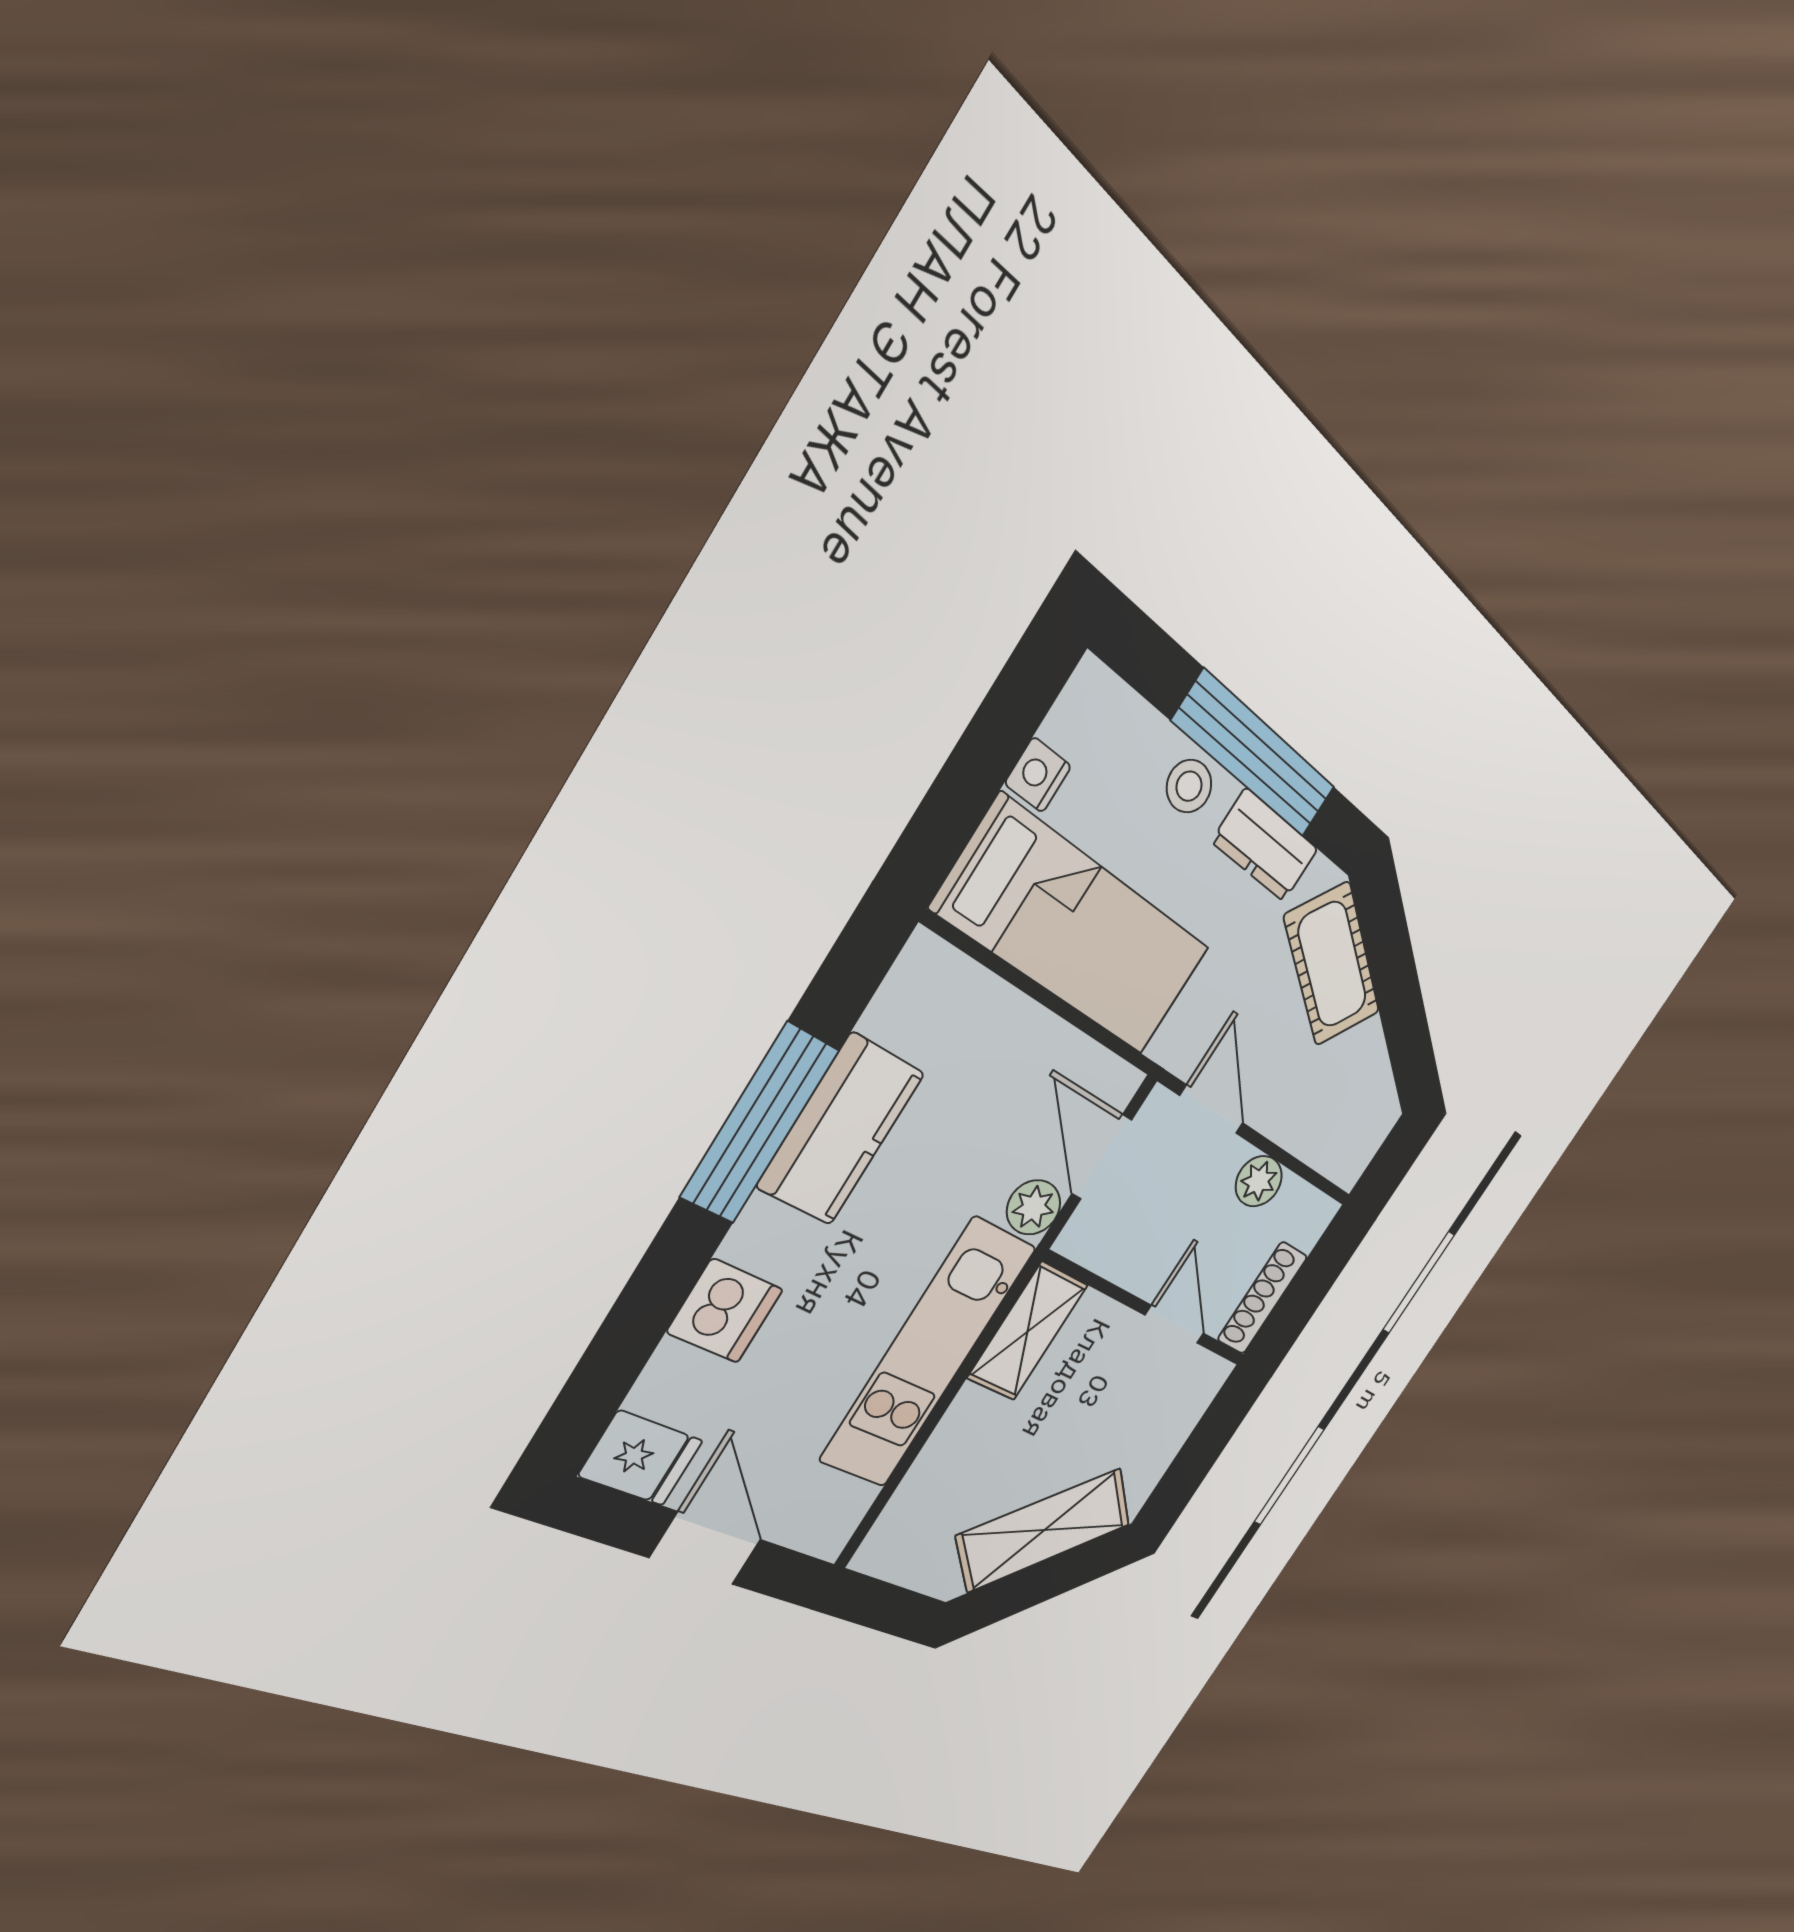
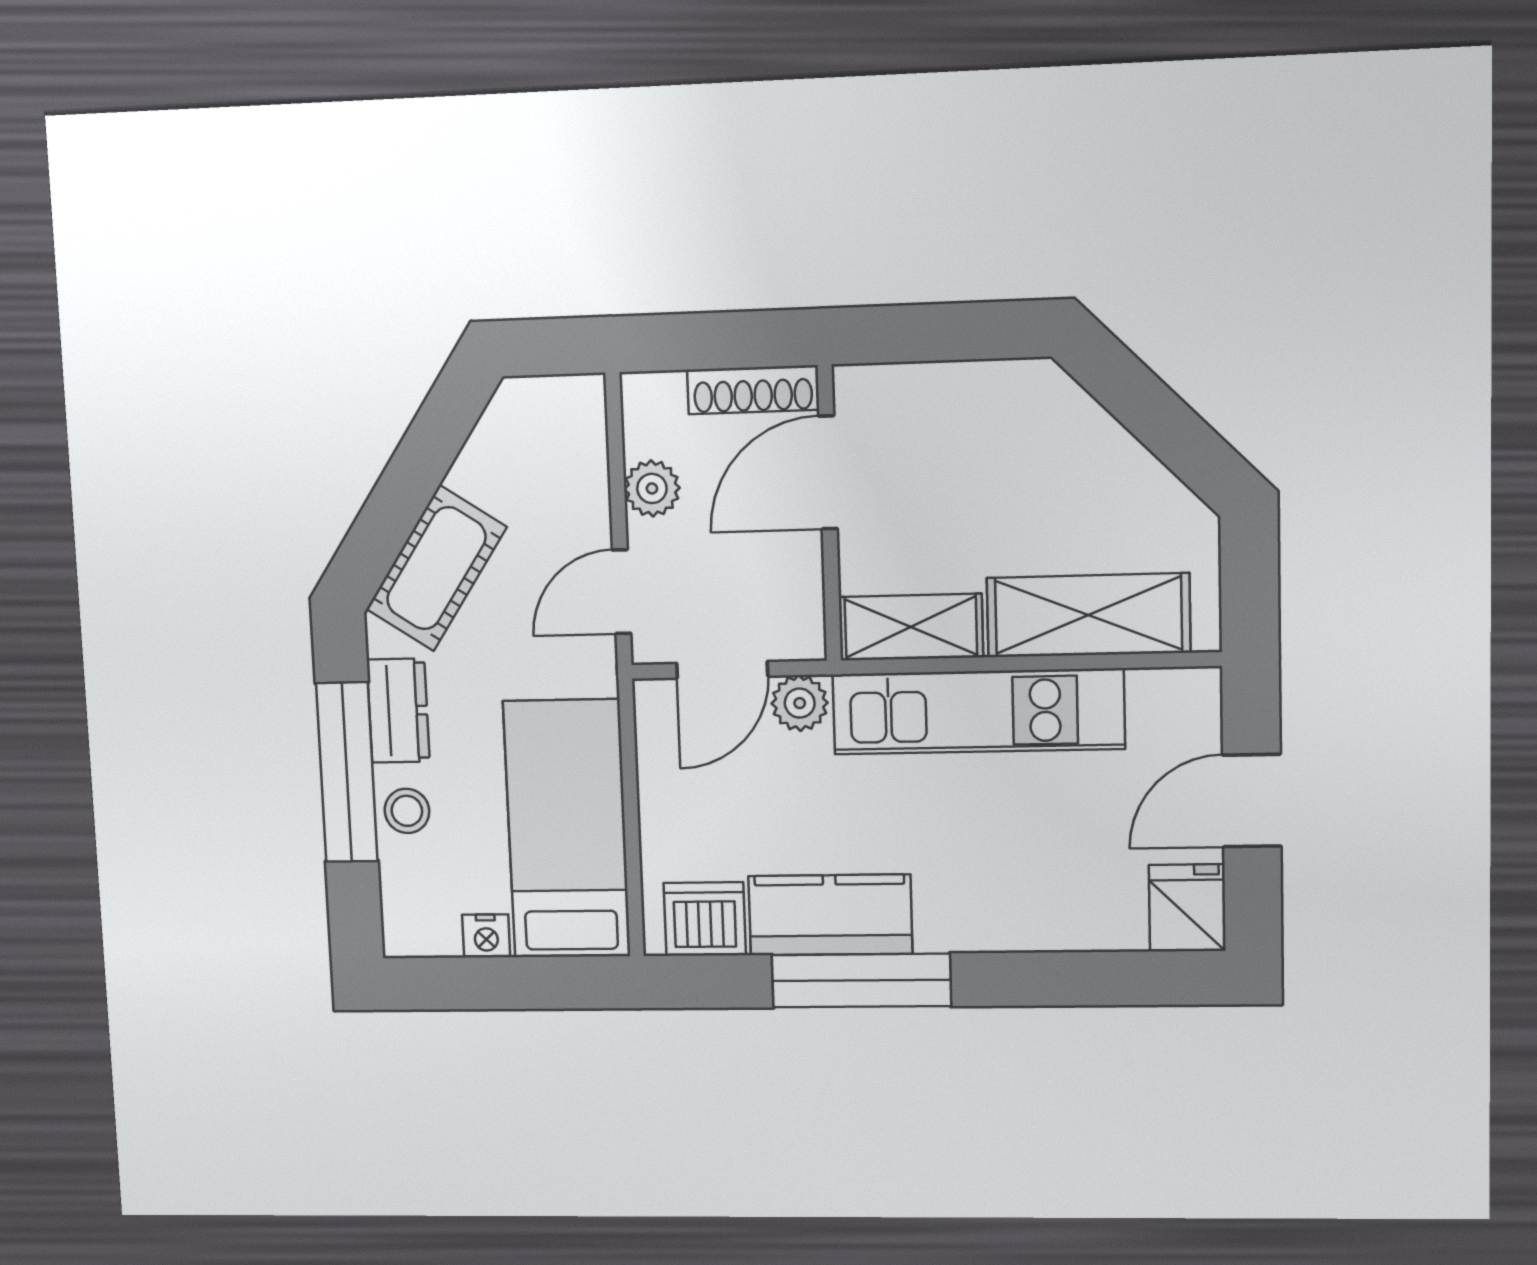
dishwasher: (725, 1311) -> (705, 919), moved
door: (1175, 1324) -> (828, 472), width x1.38
shelving: (1044, 1530) -> (1088, 615), moved, turned -45

